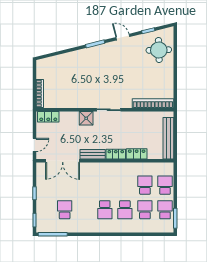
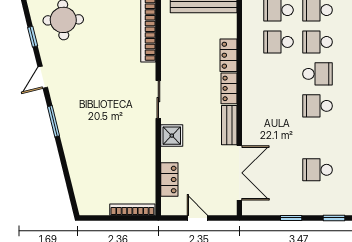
locker: (48, 117) -> (169, 180), moved
door: (34, 145) -> (197, 218), moved
school desk: (105, 210) -> (318, 106), turned 180

